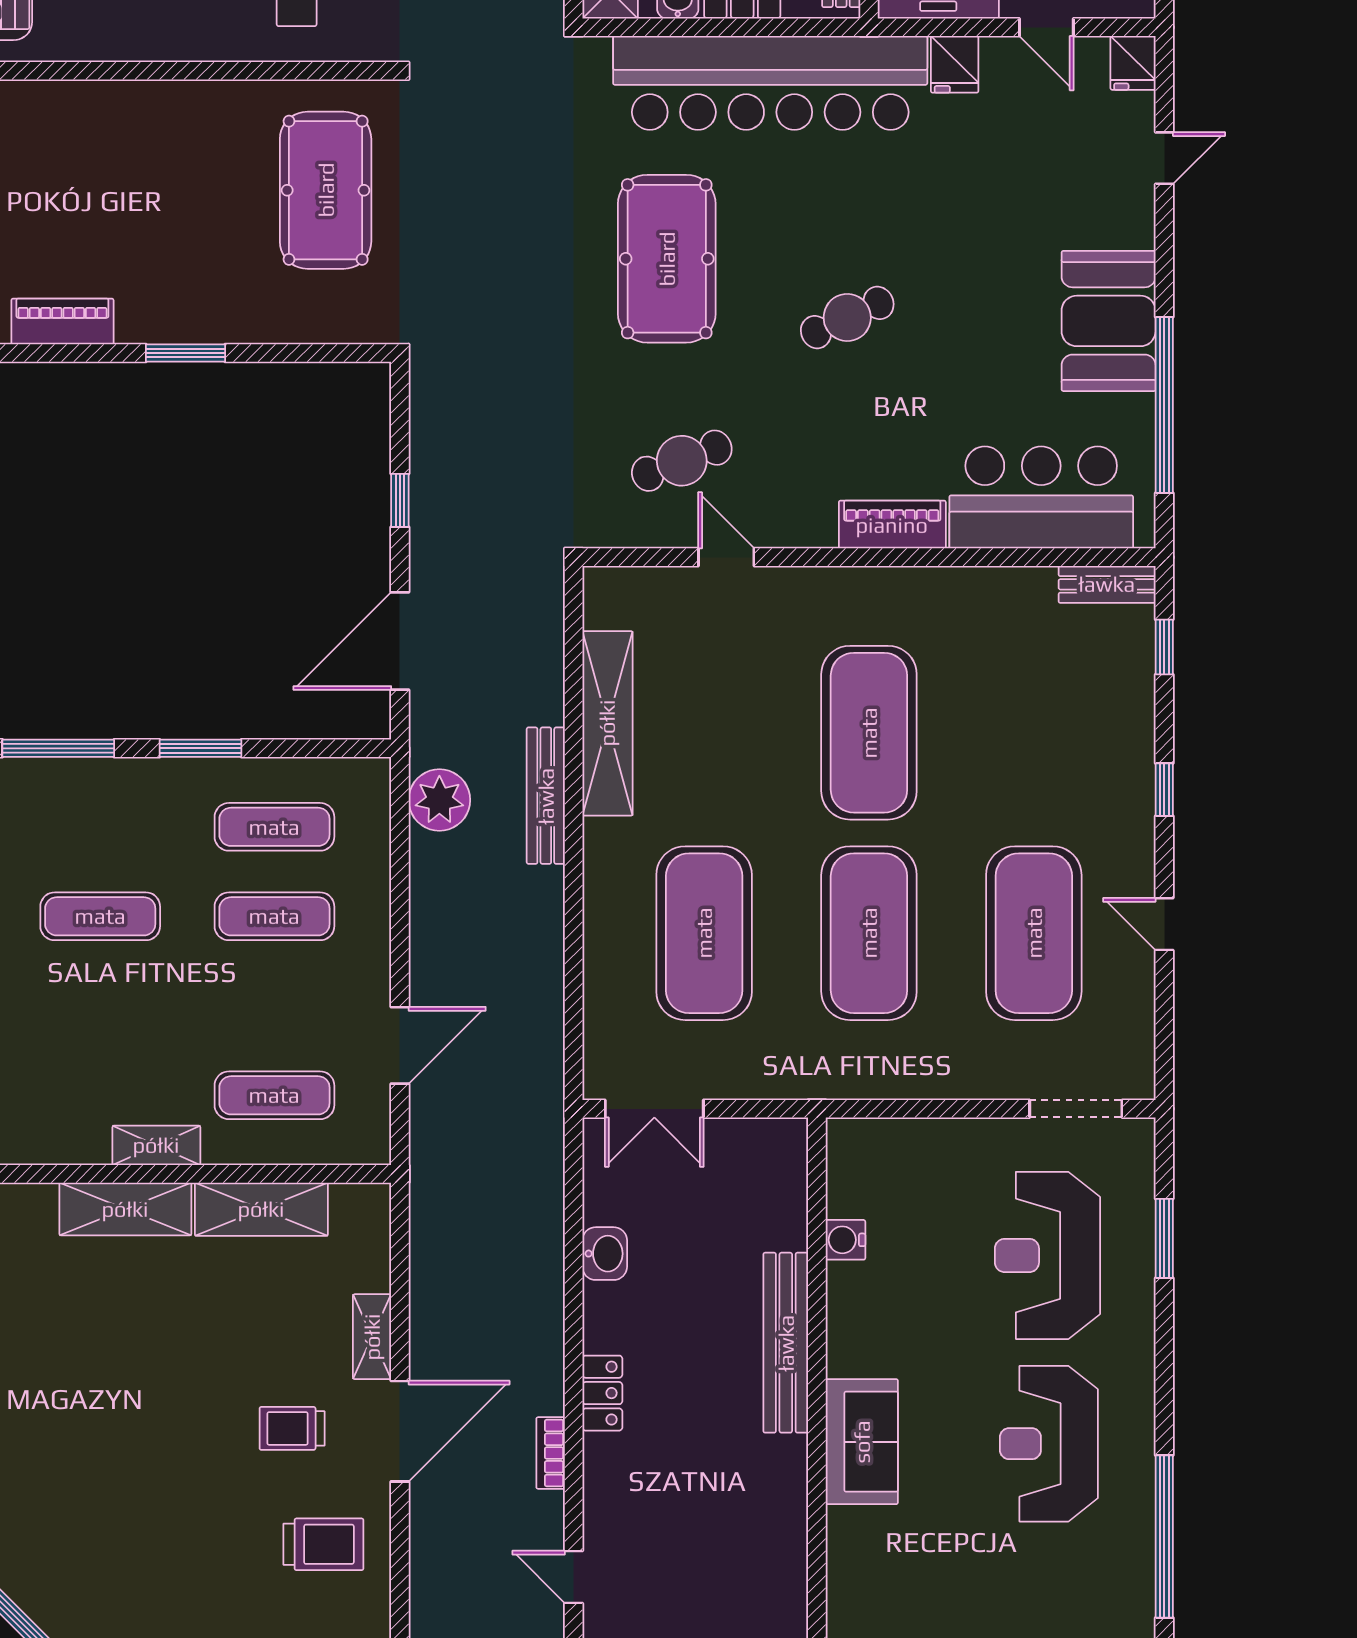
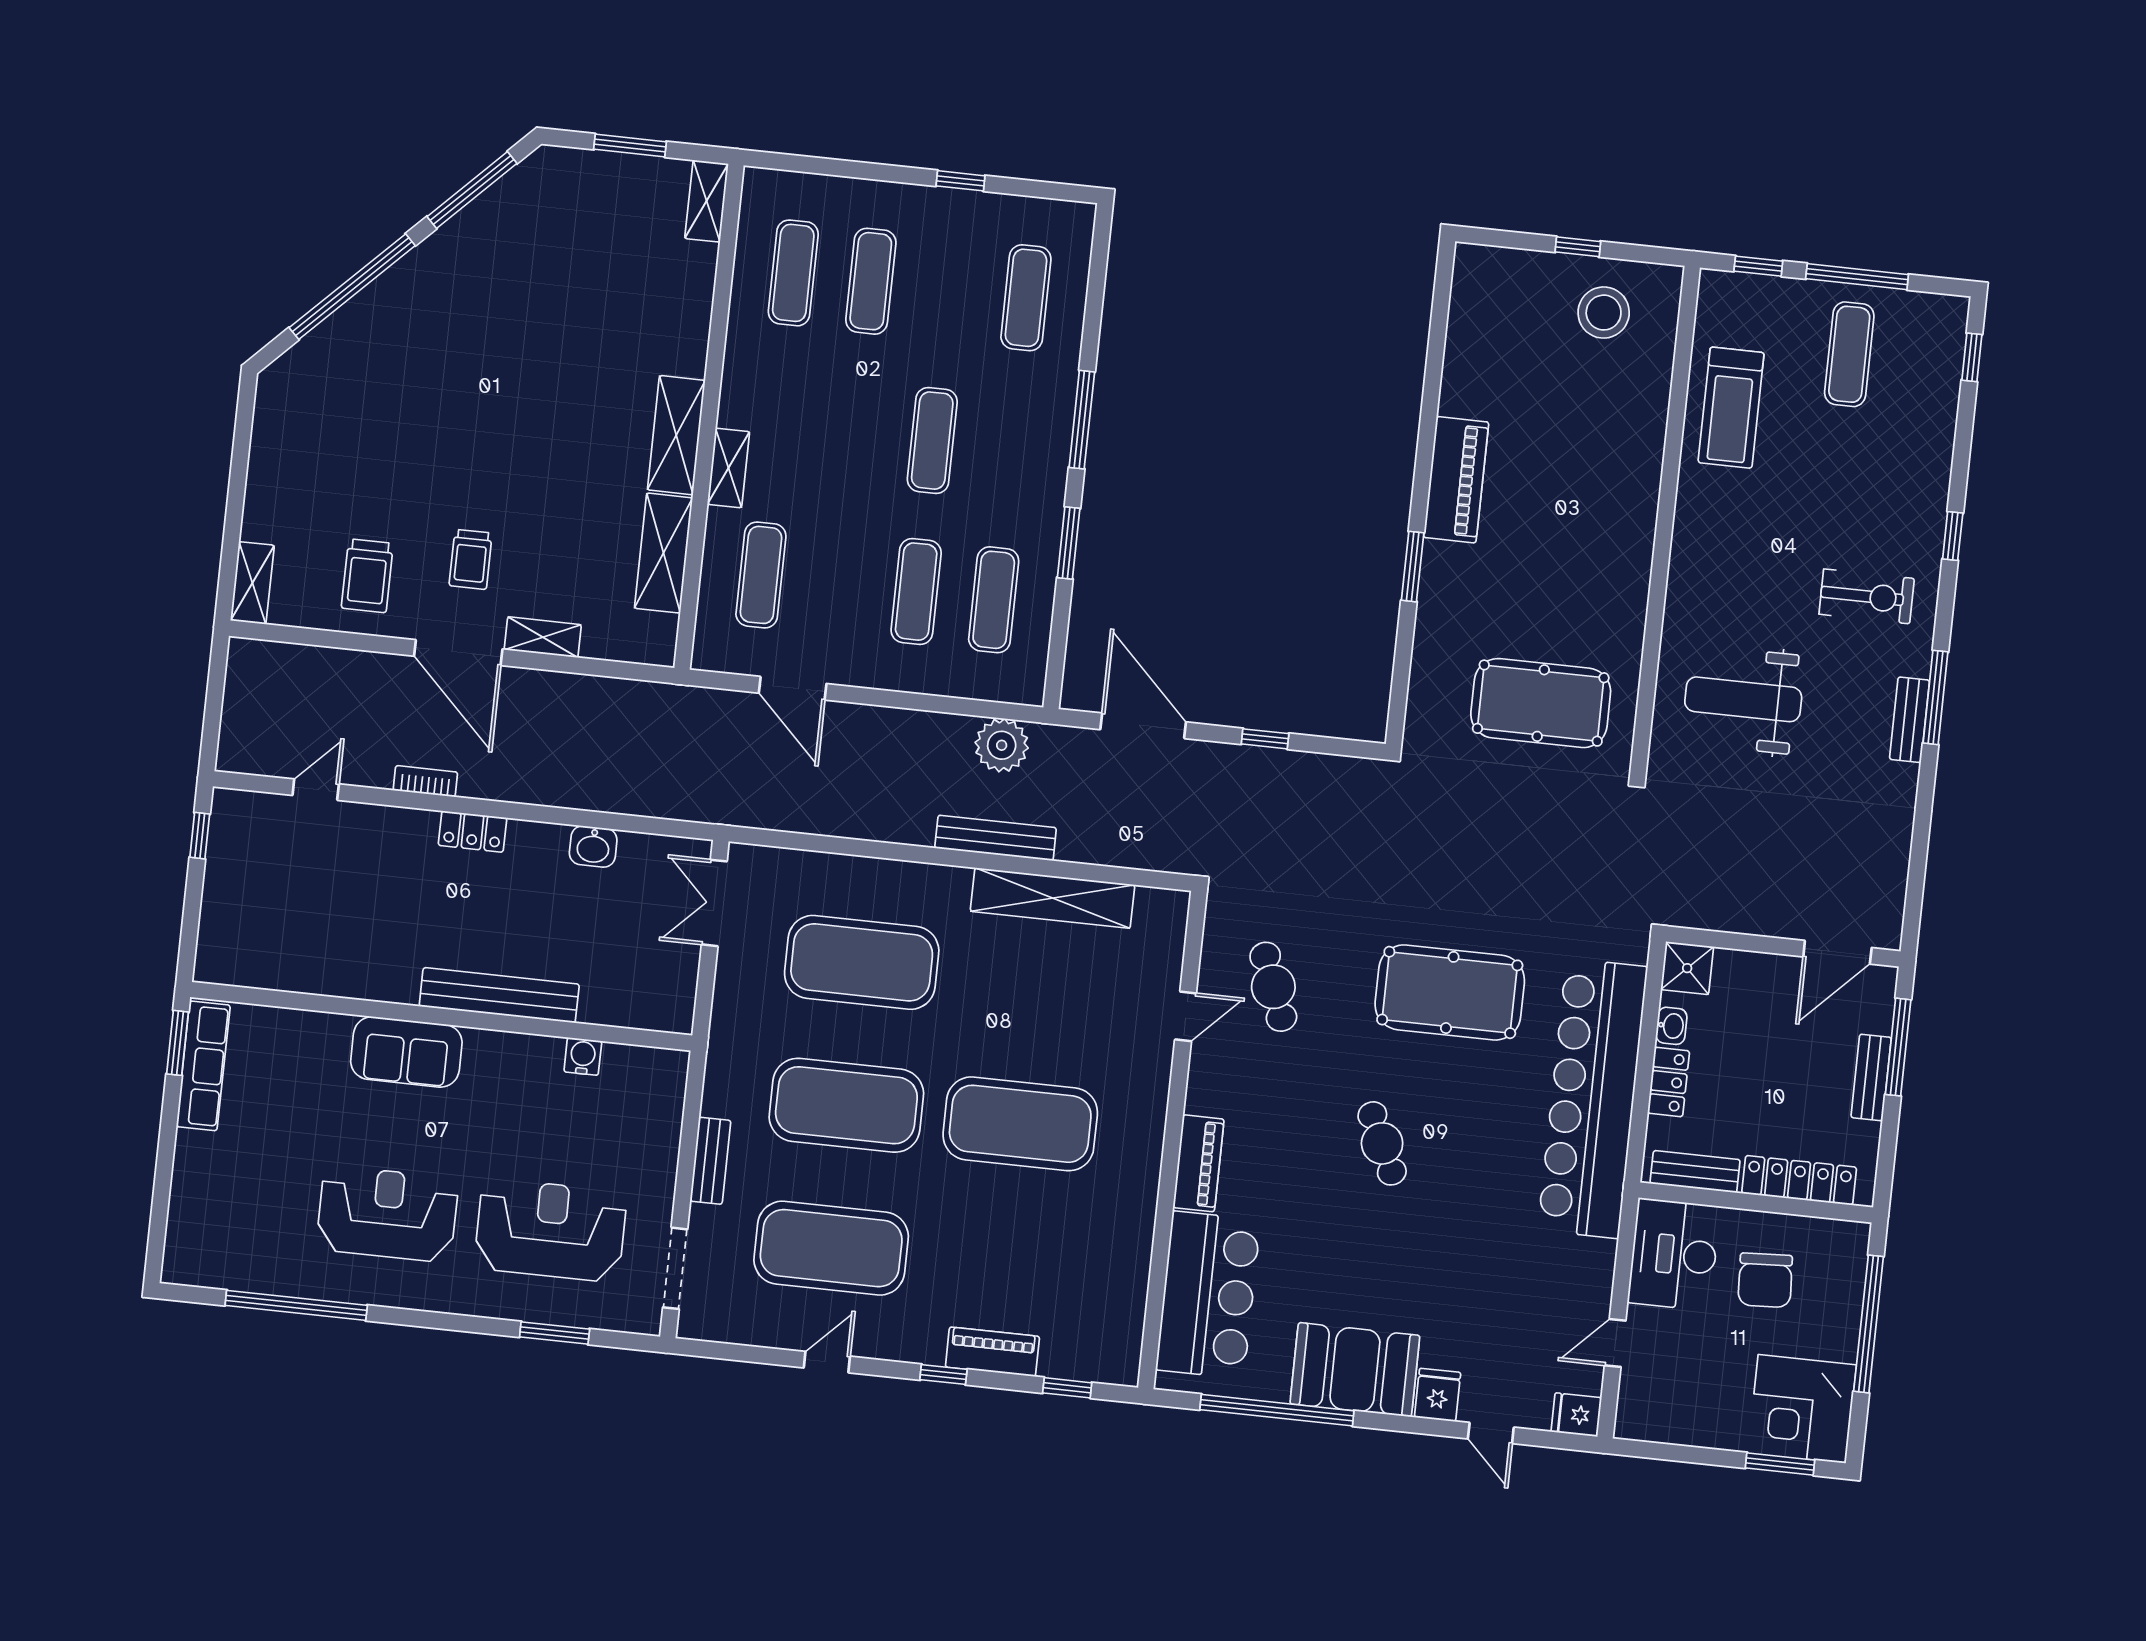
fridge: (955, 64) -> (1438, 1395), moved, turned 90
piano: (62, 321) -> (1456, 480), width x1.37, depth x1.33
bench: (1107, 584) -> (710, 1161), moved
piano: (1132, 737) -> (992, 1352), added
trolley: (292, 1428) -> (471, 559), turned 180

